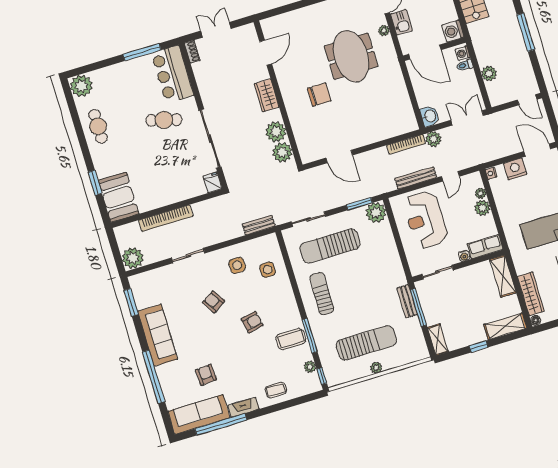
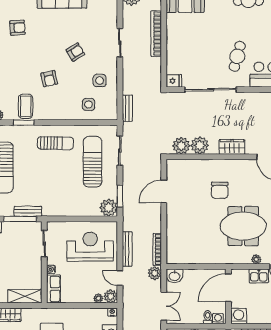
plant: (482, 208) -> (111, 296), moved
window: (310, 336) -> (24, 123), width x0.69

